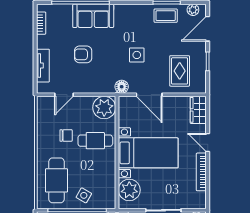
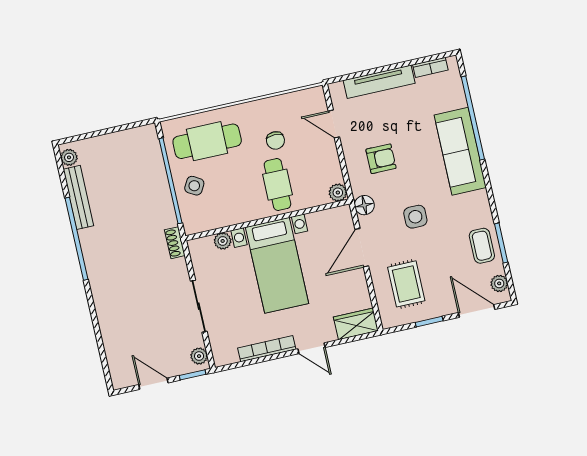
sofa: (93, 16) -> (460, 151), width x1.36
armchair: (83, 54) -> (381, 159), moved, turned 90
tv unit: (43, 66) -> (379, 82), width x1.41
rug: (180, 71) -> (406, 284), turned 90
plant: (104, 108) -> (338, 193), width x0.53, depth x0.53
door: (208, 142) -> (312, 348), swing flipped
plant: (129, 190) -> (223, 241), width x0.53, depth x0.53

